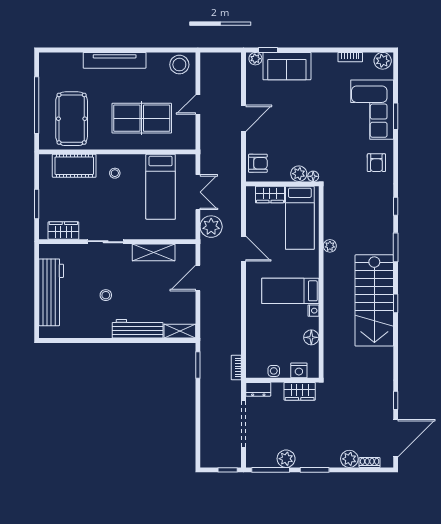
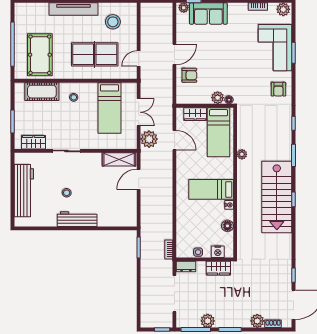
stool: (179, 65) -> (113, 22), moved
door: (198, 104) -> (139, 59), moved
armchair: (258, 163) -> (189, 75), moved
door: (244, 249) -> (174, 140), moved
shelving: (154, 252) -> (119, 159), moved
workbench: (138, 329) -> (77, 219), moved
shelving: (180, 331) -> (125, 221), removed

